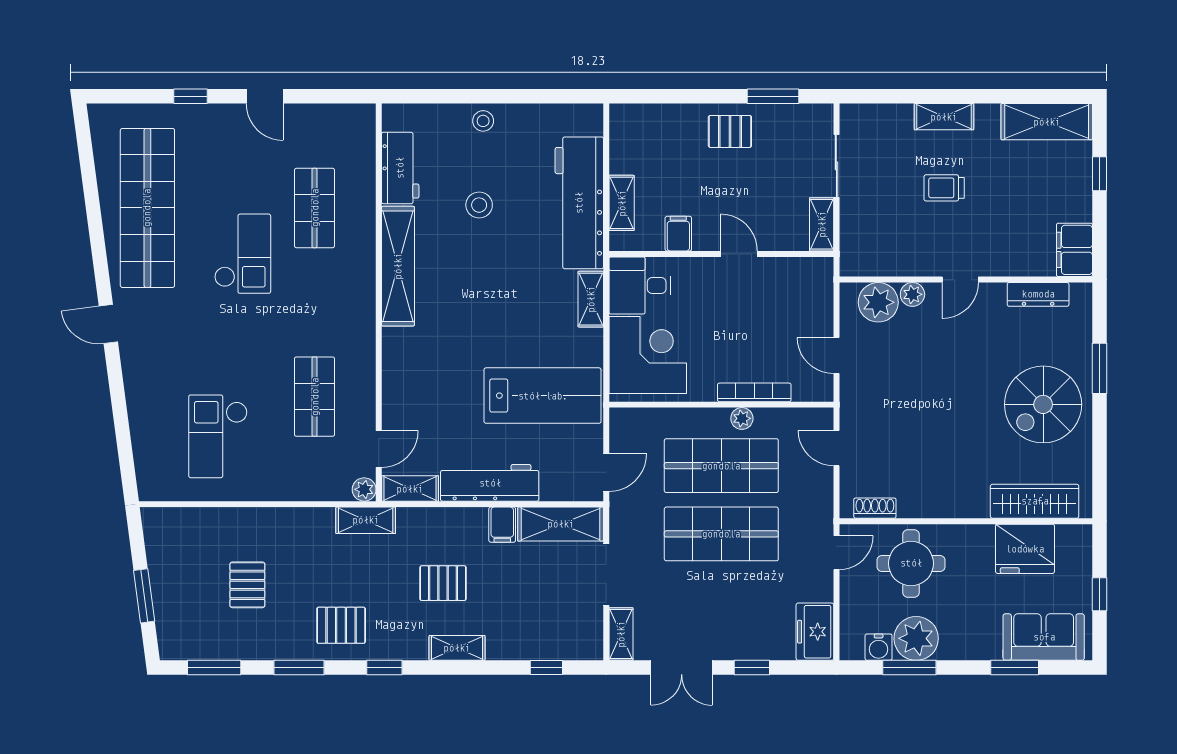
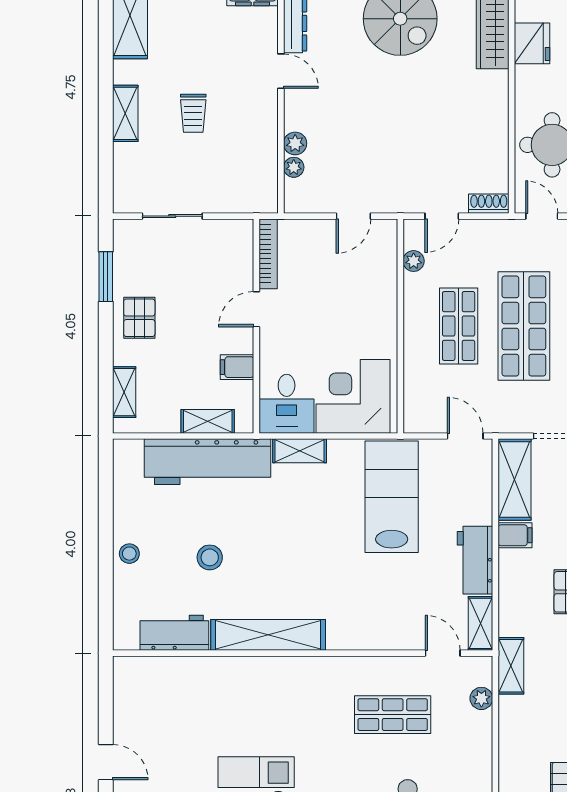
door: (265, 96) -> (106, 762), hinge flipped
shop shelf: (315, 208) -> (213, 715), removed
shelving: (822, 224) -> (124, 392), moved, turned 90
door: (960, 280) -> (281, 71), moved
plant: (878, 302) -> (294, 167), width x0.53, depth x0.53
bookcase: (754, 392) -> (268, 254), moved, turned 180
plant: (742, 418) -> (414, 261), moved
shop shelf: (721, 466) -> (459, 326), width x0.70, depth x0.74
workbench: (490, 483) -> (475, 560), width x0.73
plant: (364, 489) -> (481, 698), moved
shoe rack: (875, 508) -> (489, 204), moved, turned 90
fridge: (1025, 549) -> (532, 43), width x0.73, depth x0.75

